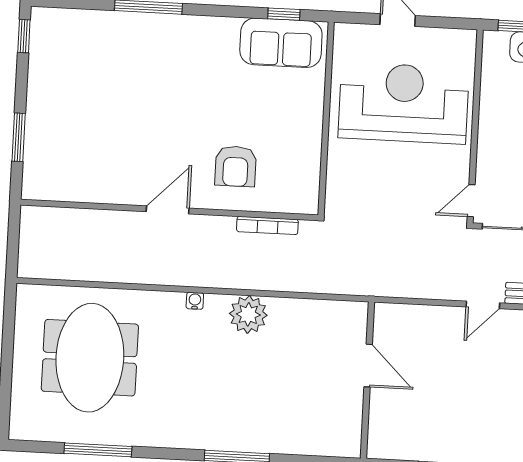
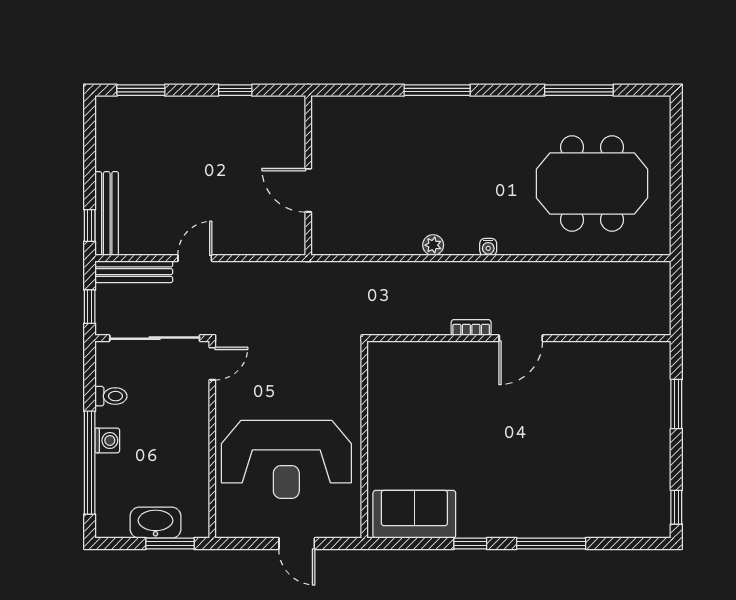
window: (284, 14) -> (470, 543), moved
armchair: (236, 166) -> (454, 386), removed
bookcase: (267, 225) -> (471, 328), moved, width x0.64
plant: (248, 314) -> (433, 245), width x0.53, depth x0.53
meeting table: (90, 358) -> (592, 183), turned 90

